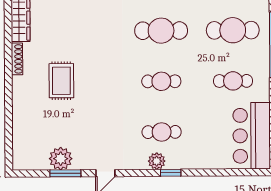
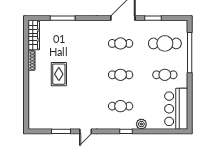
cafe table: (161, 31) -> (121, 43), width x0.73, depth x0.74
plant: (61, 159) -> (58, 122), removed
plant: (157, 161) -> (141, 124), moved

